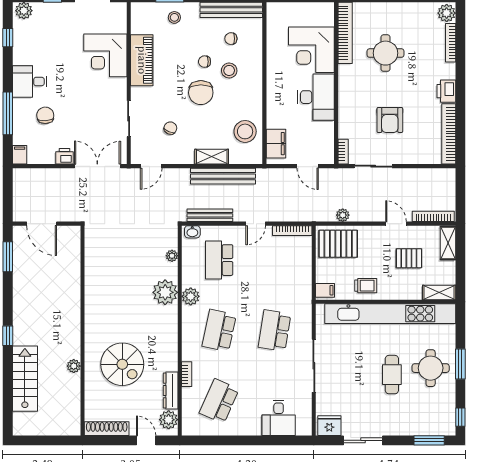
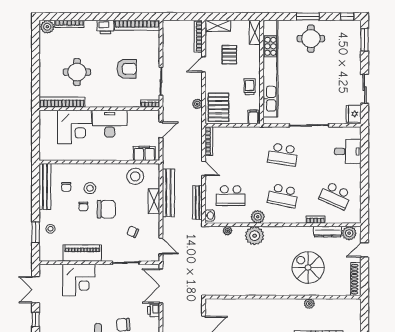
spiral stairs: (122, 364) -> (308, 268), turned -90
cafe table: (392, 375) -> (316, 67), removed

